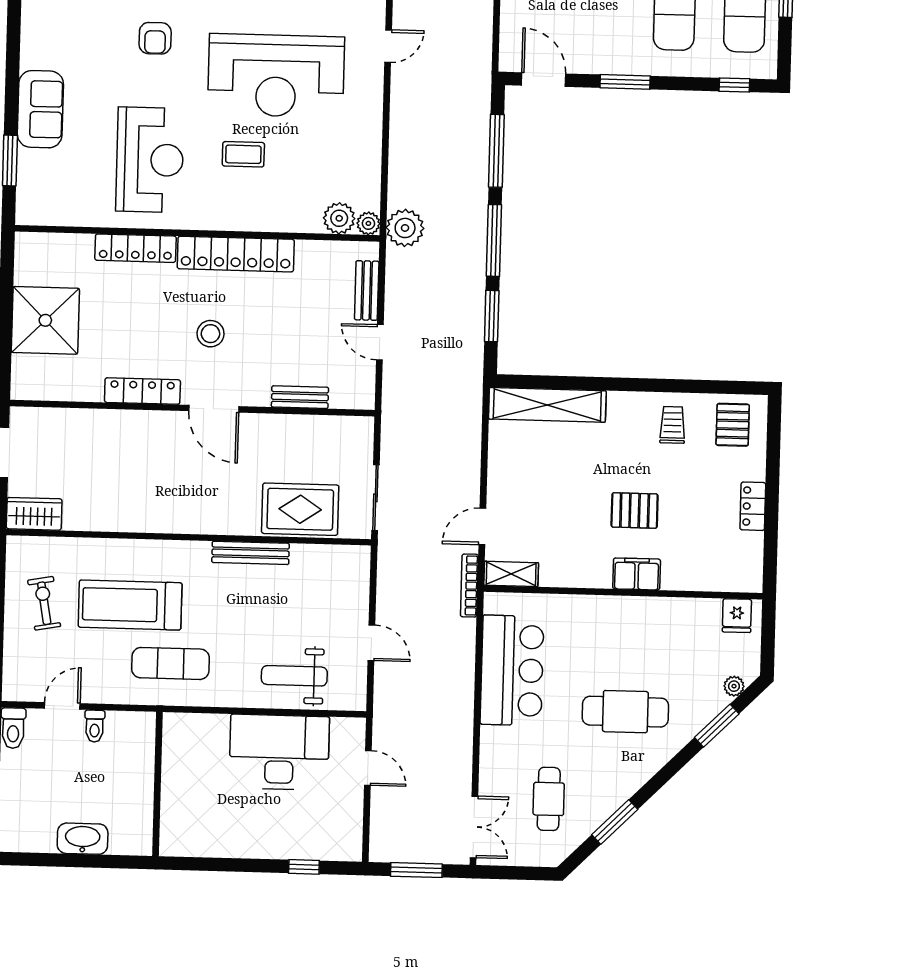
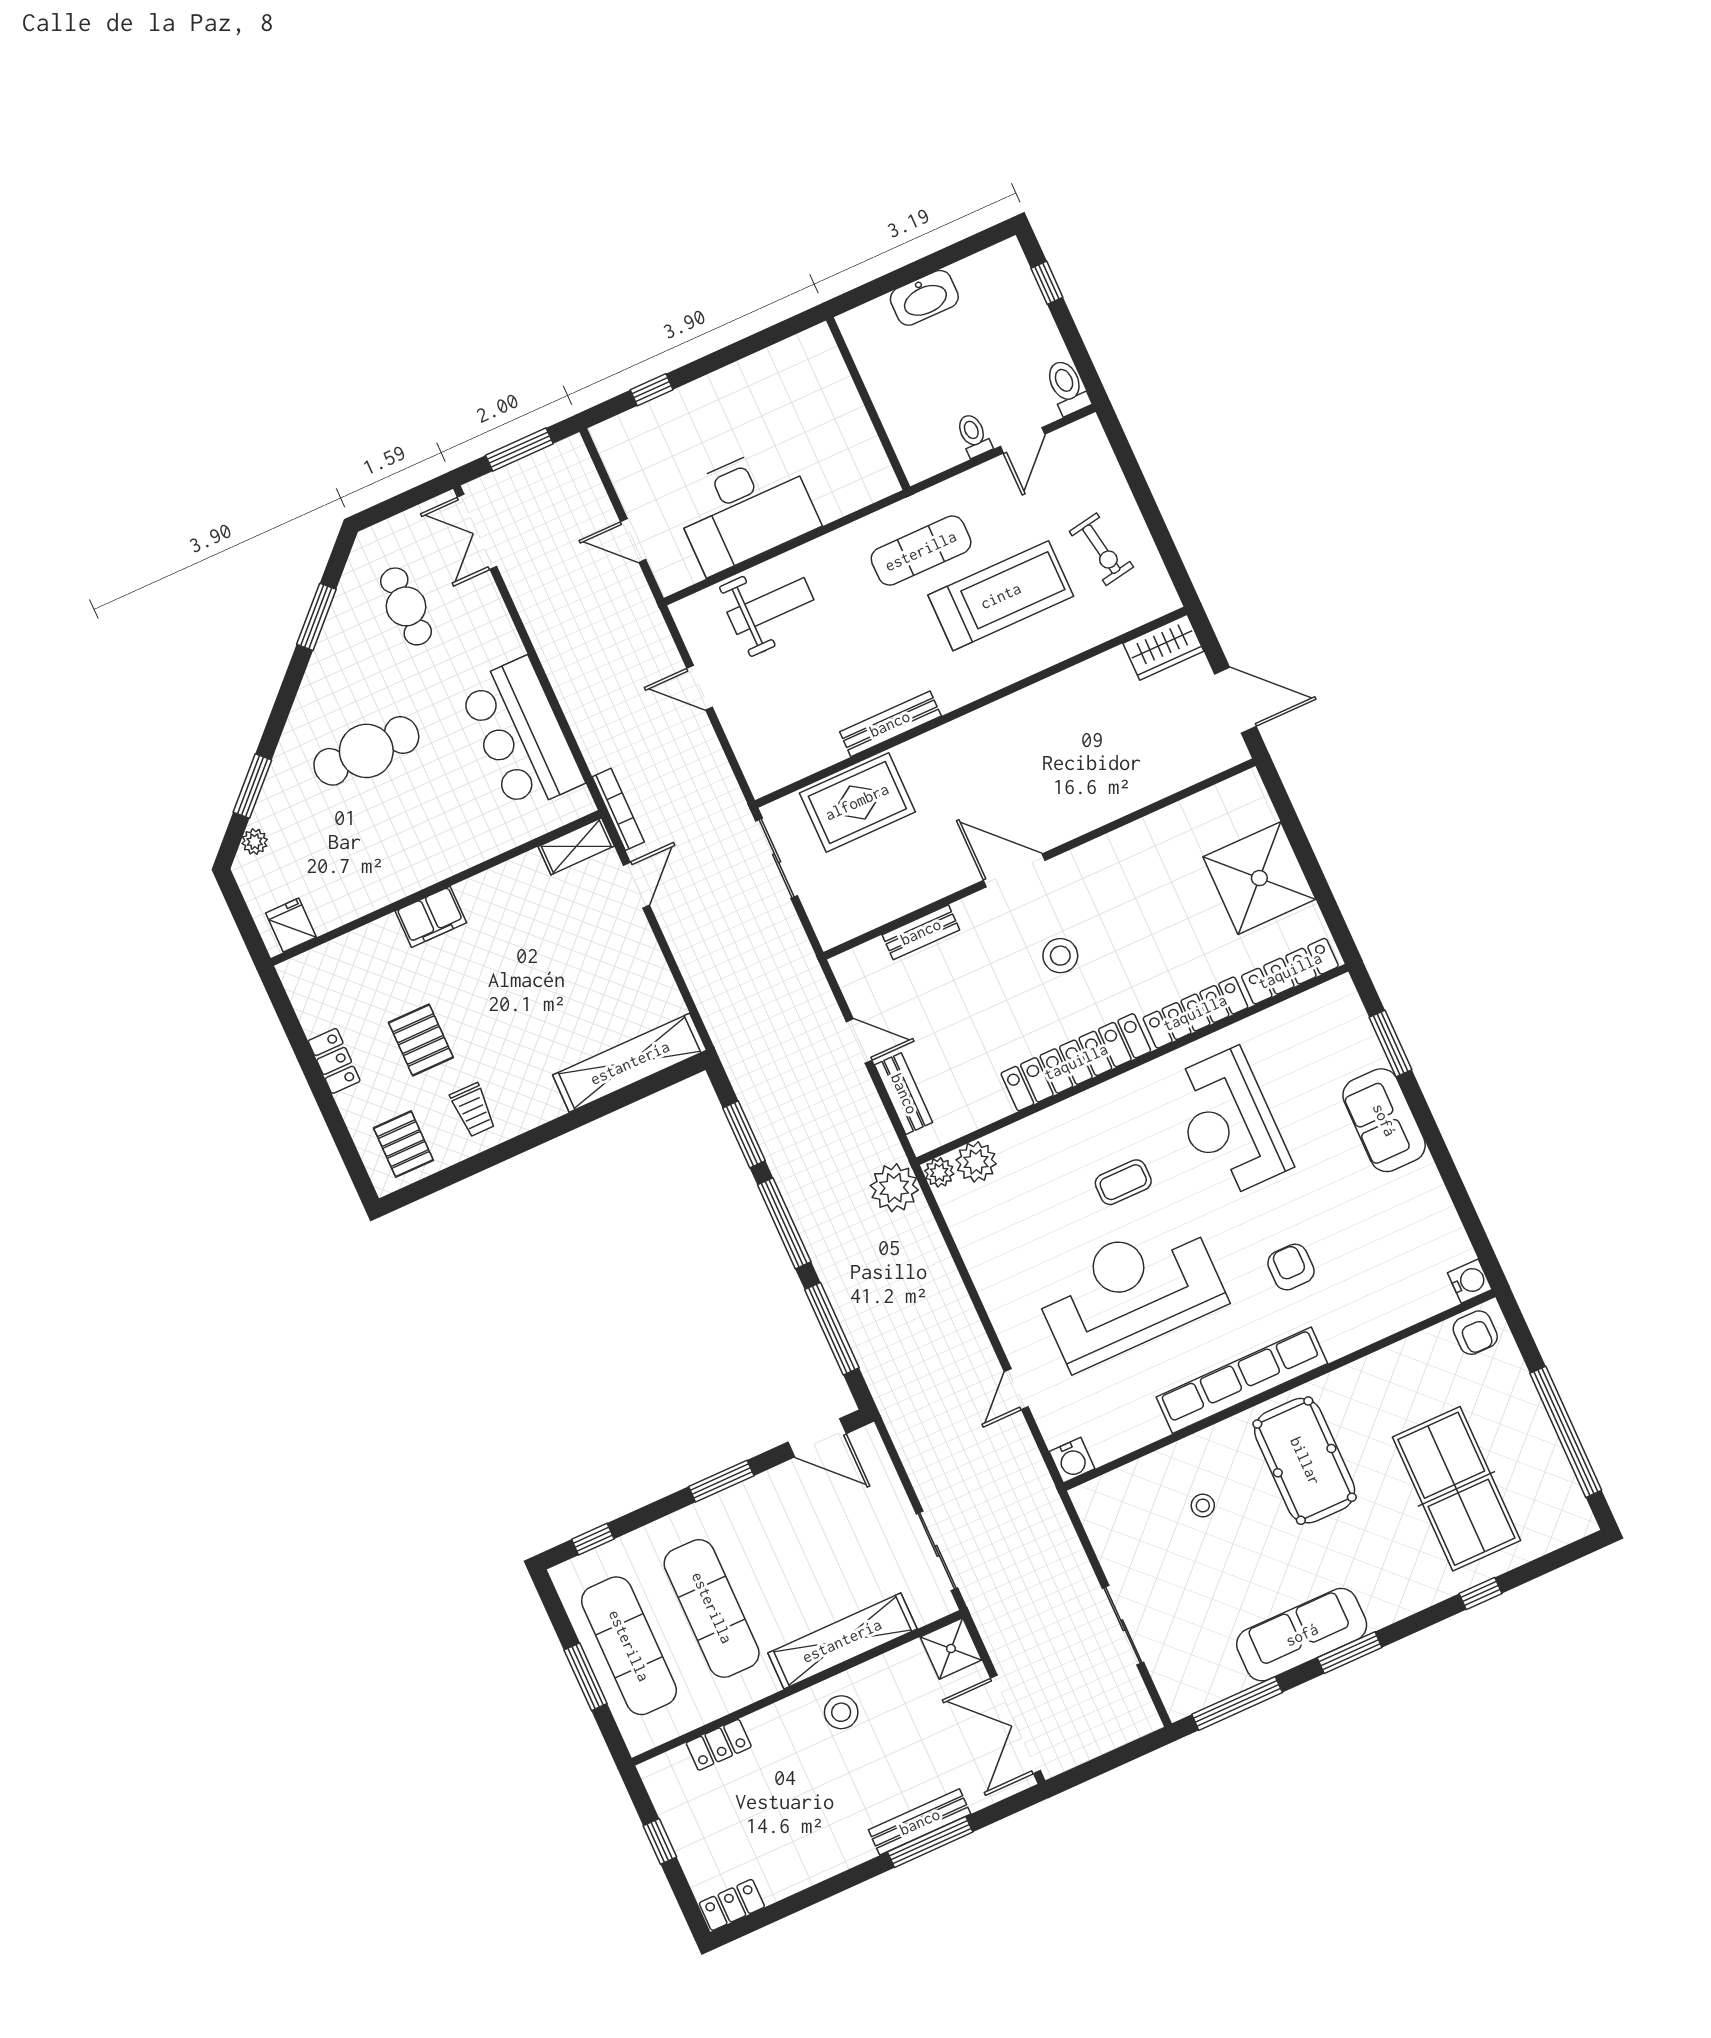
locker: (142, 391) -> (1290, 971), moved, turned 180
pallet: (635, 510) -> (421, 1040), moved, turned 90

